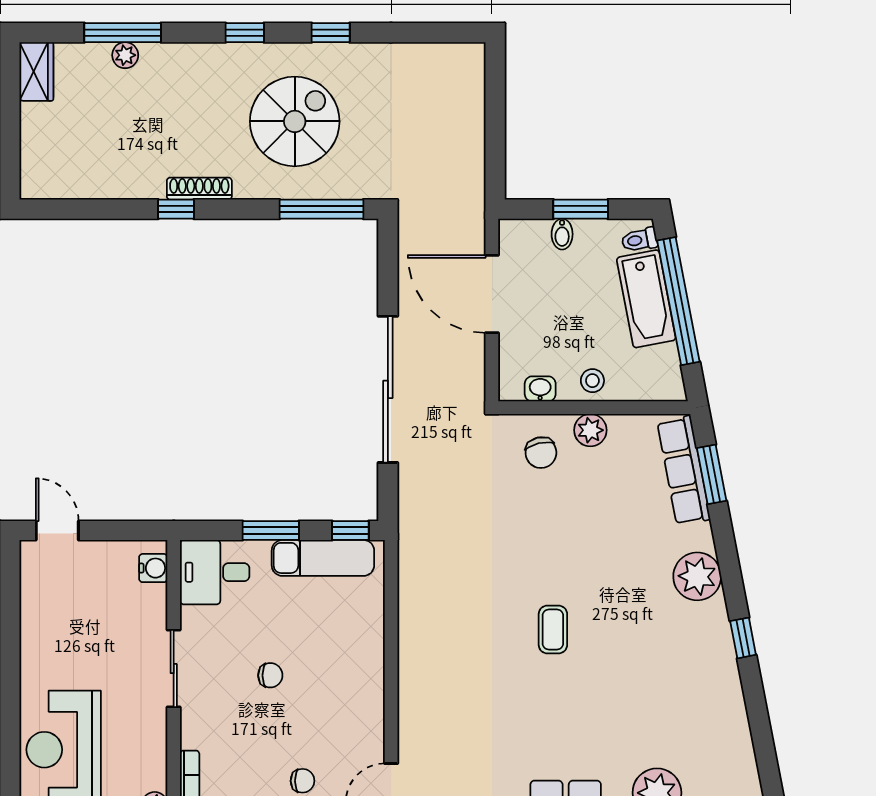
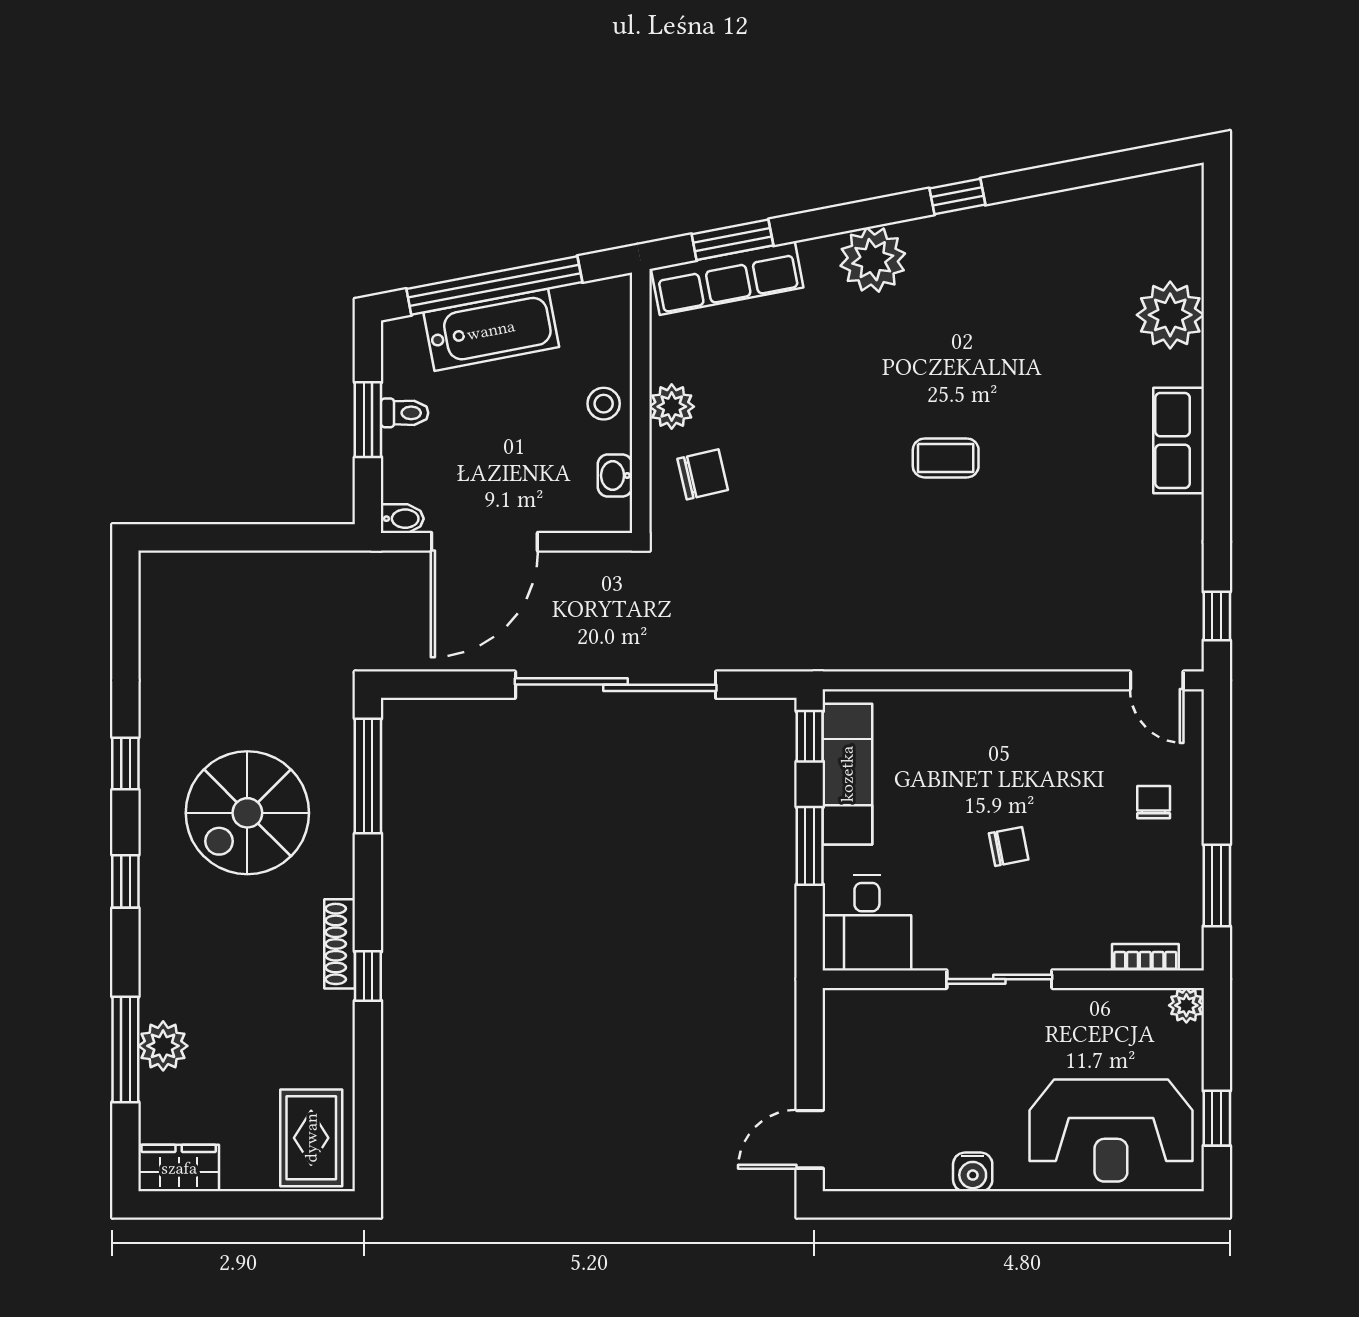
plant: (125, 55) -> (163, 1046), width x1.38, depth x1.38
spiral stairs: (295, 121) -> (247, 813), turned -90
rug: (58, 168) -> (311, 1138), added
bidet: (562, 234) -> (402, 519), moved
toilet: (639, 240) -> (405, 413), moved, turned -79
water cooler: (153, 568) -> (973, 1172), moved, turned 180
chair: (270, 675) -> (1009, 846), turned 79

